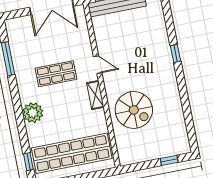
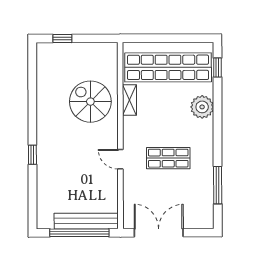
shelving: (95, 95) -> (129, 100), moved
plant: (33, 113) -> (202, 107), moved

